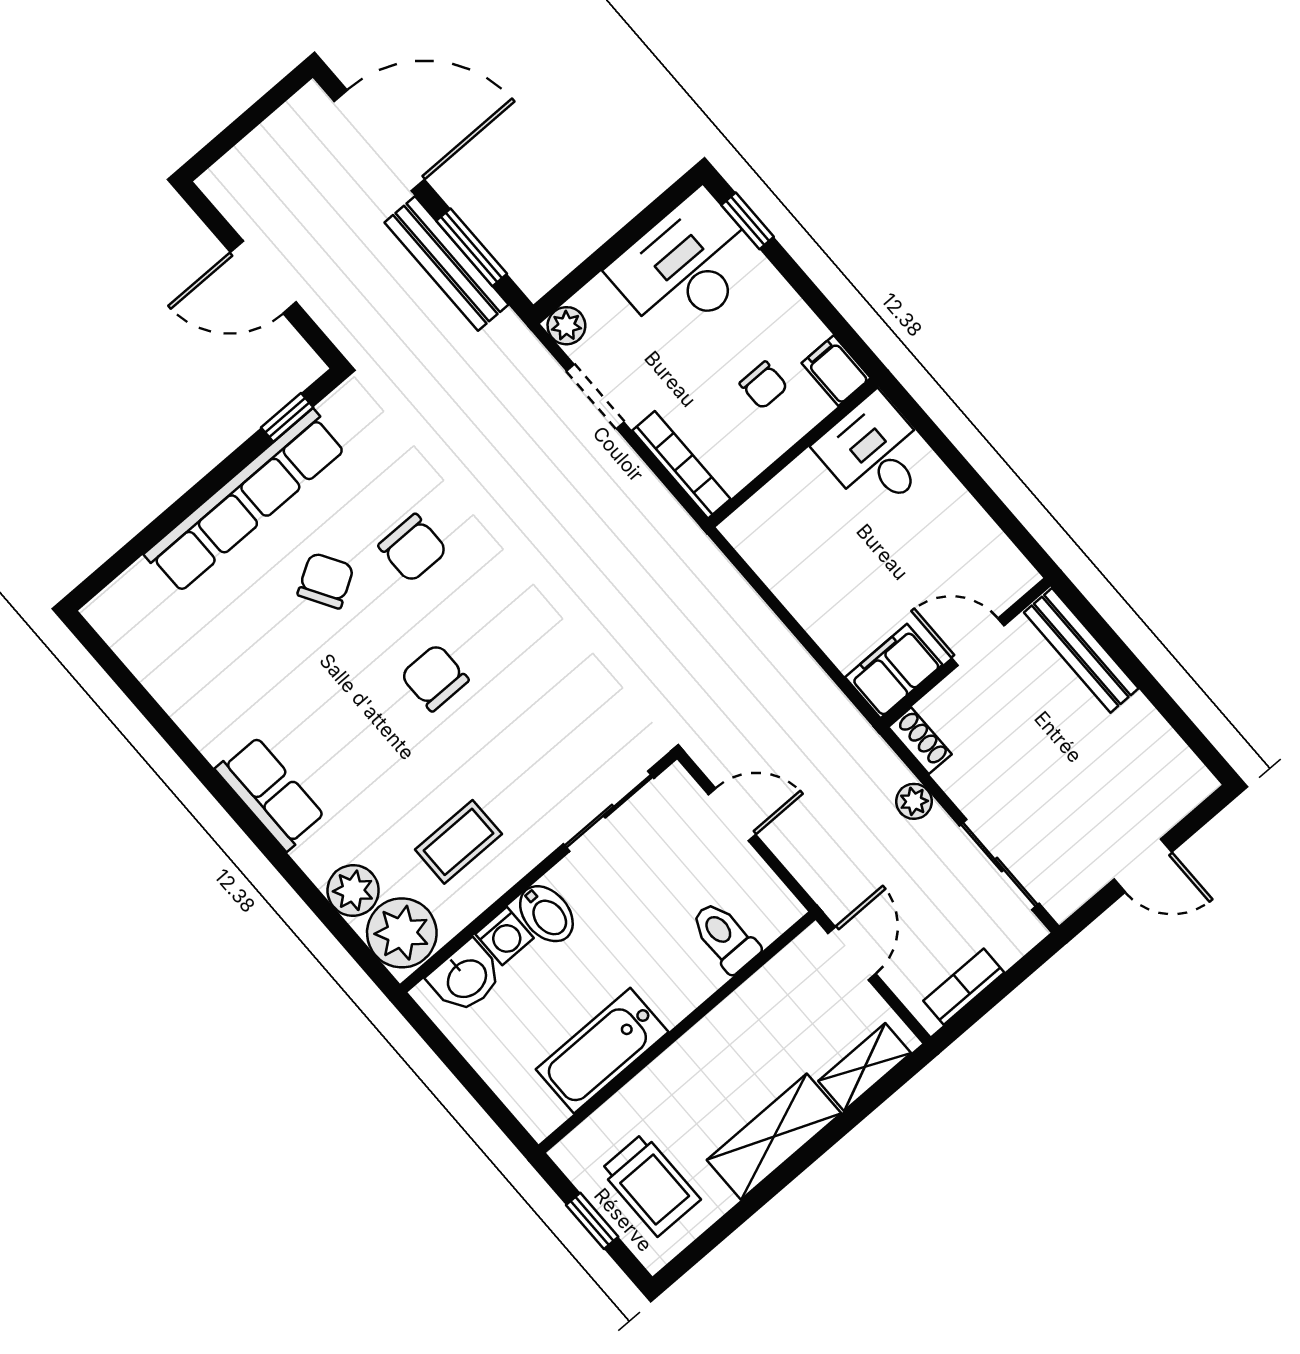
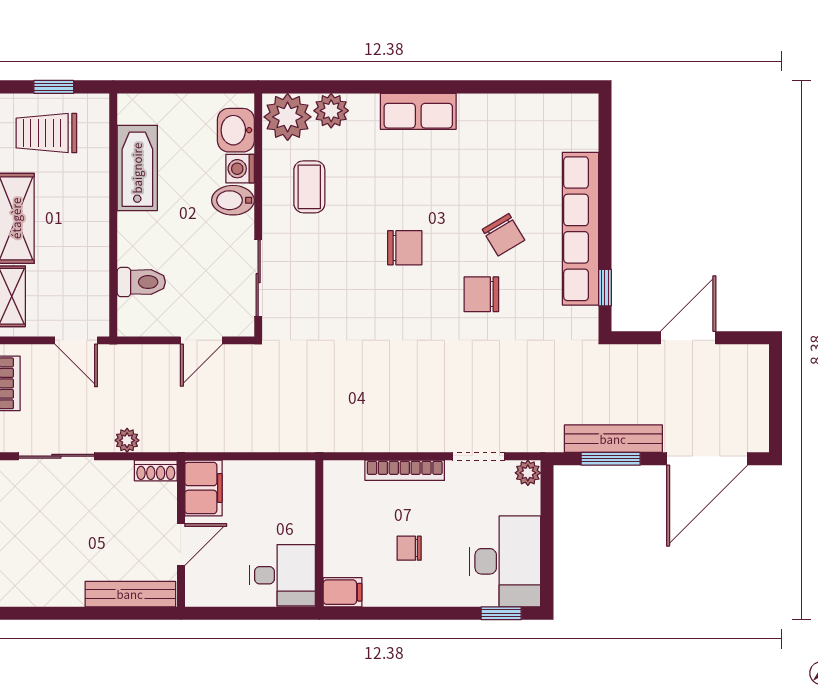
filing cabinet: (836, 371) -> (343, 592), moved
wall: (793, 453) -> (319, 533), moved
desk: (875, 454) -> (282, 575), moved

